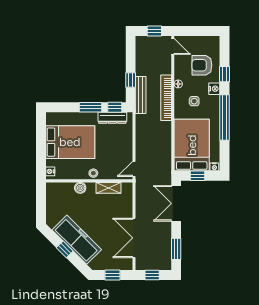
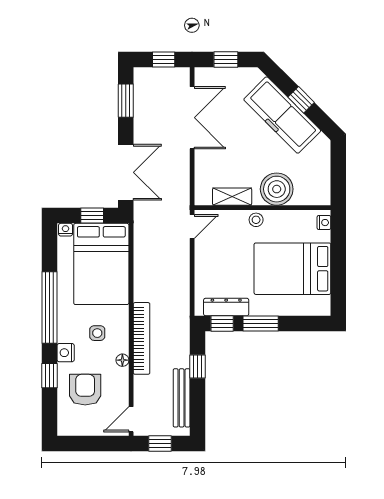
door: (173, 46) -> (131, 419), hinge flipped
armchair: (202, 65) -> (85, 390), turned -90
bench: (141, 95) -> (182, 398), moved
boiler: (80, 188) -> (277, 189), width x1.86, depth x1.86

